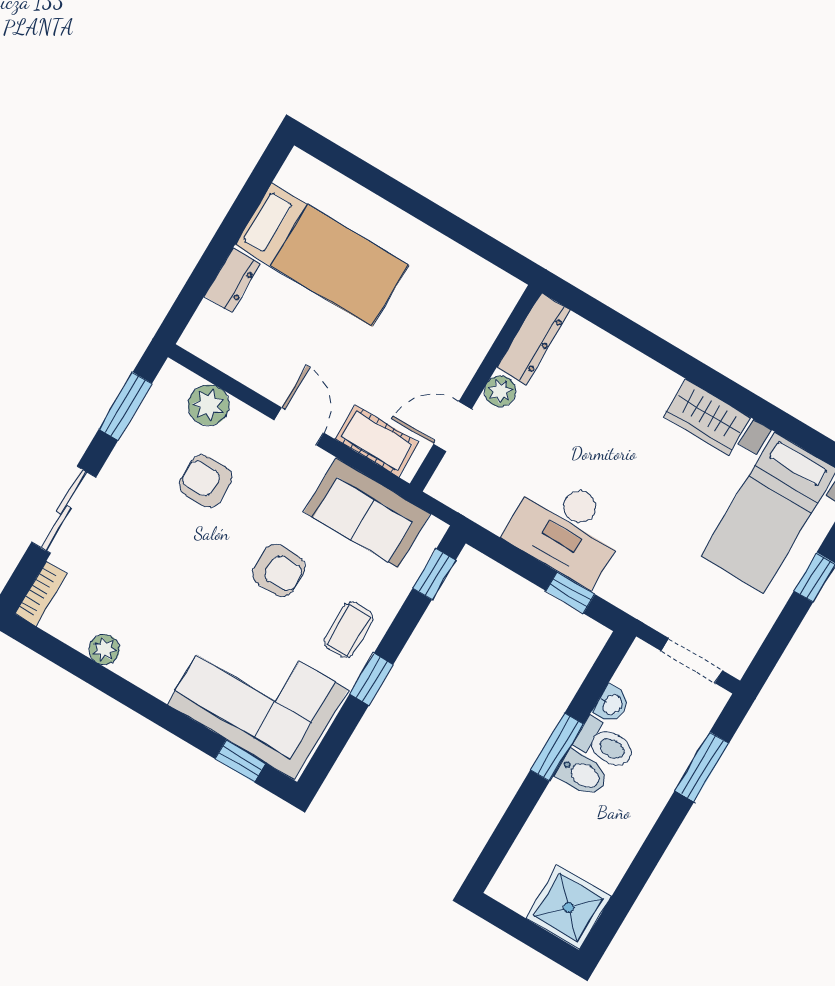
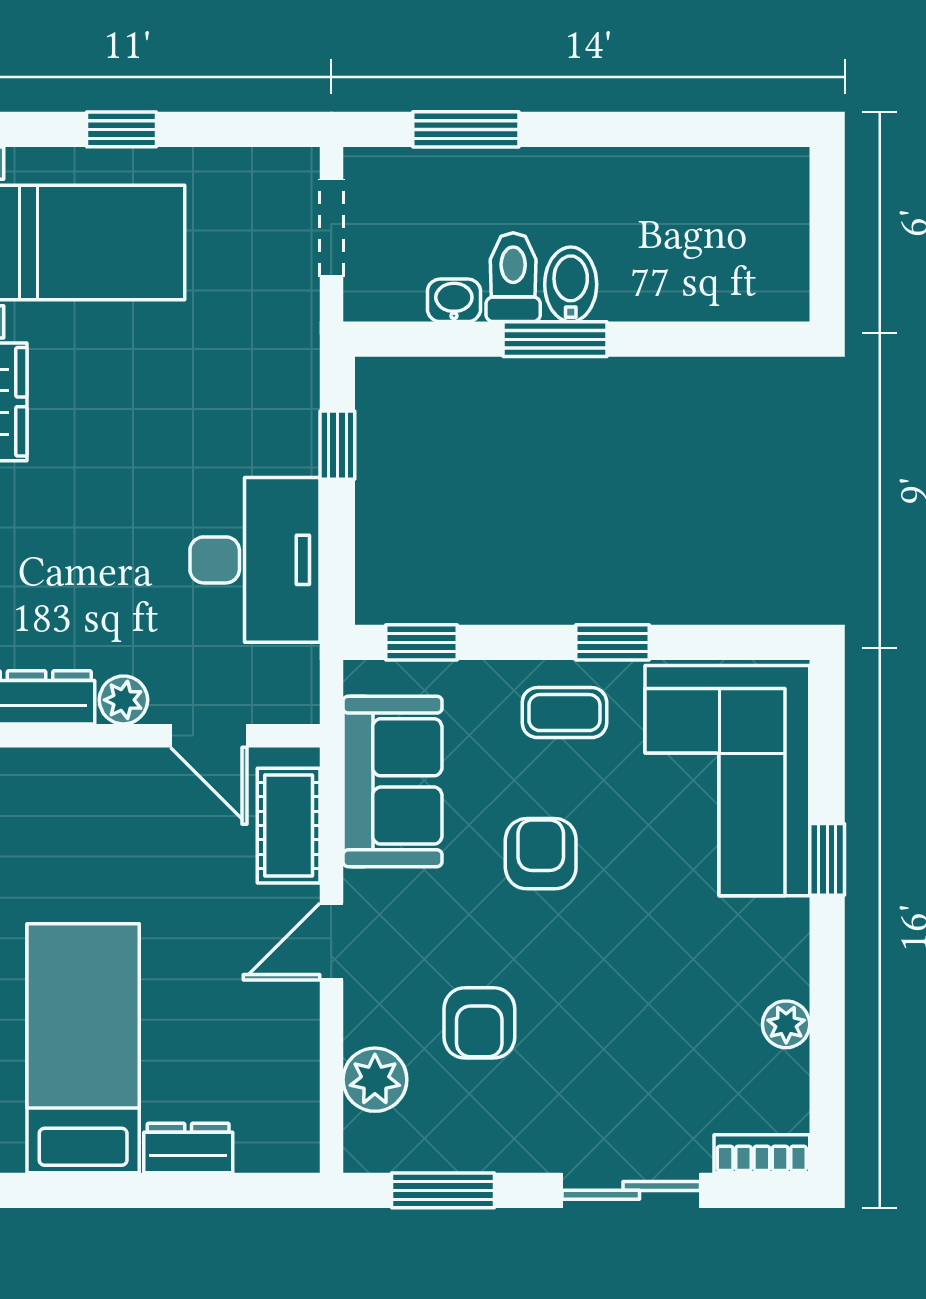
desk: (566, 529) -> (255, 560), moved
window: (240, 761) -> (827, 859), moved
shower: (569, 907) -> (761, 196), removed

